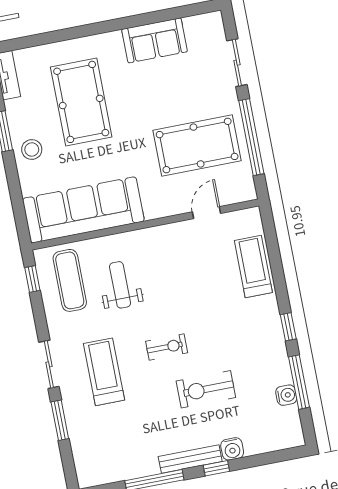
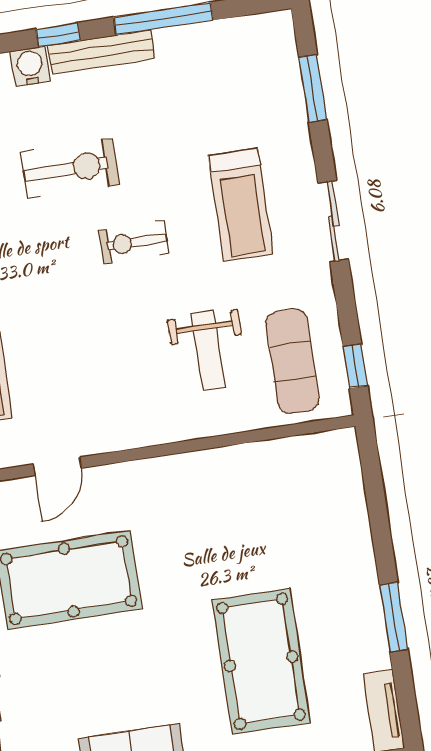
stool: (32, 149) -> (348, 584), removed
sofa: (83, 210) -> (265, 479), removed
window: (60, 420) -> (313, 88), moved

